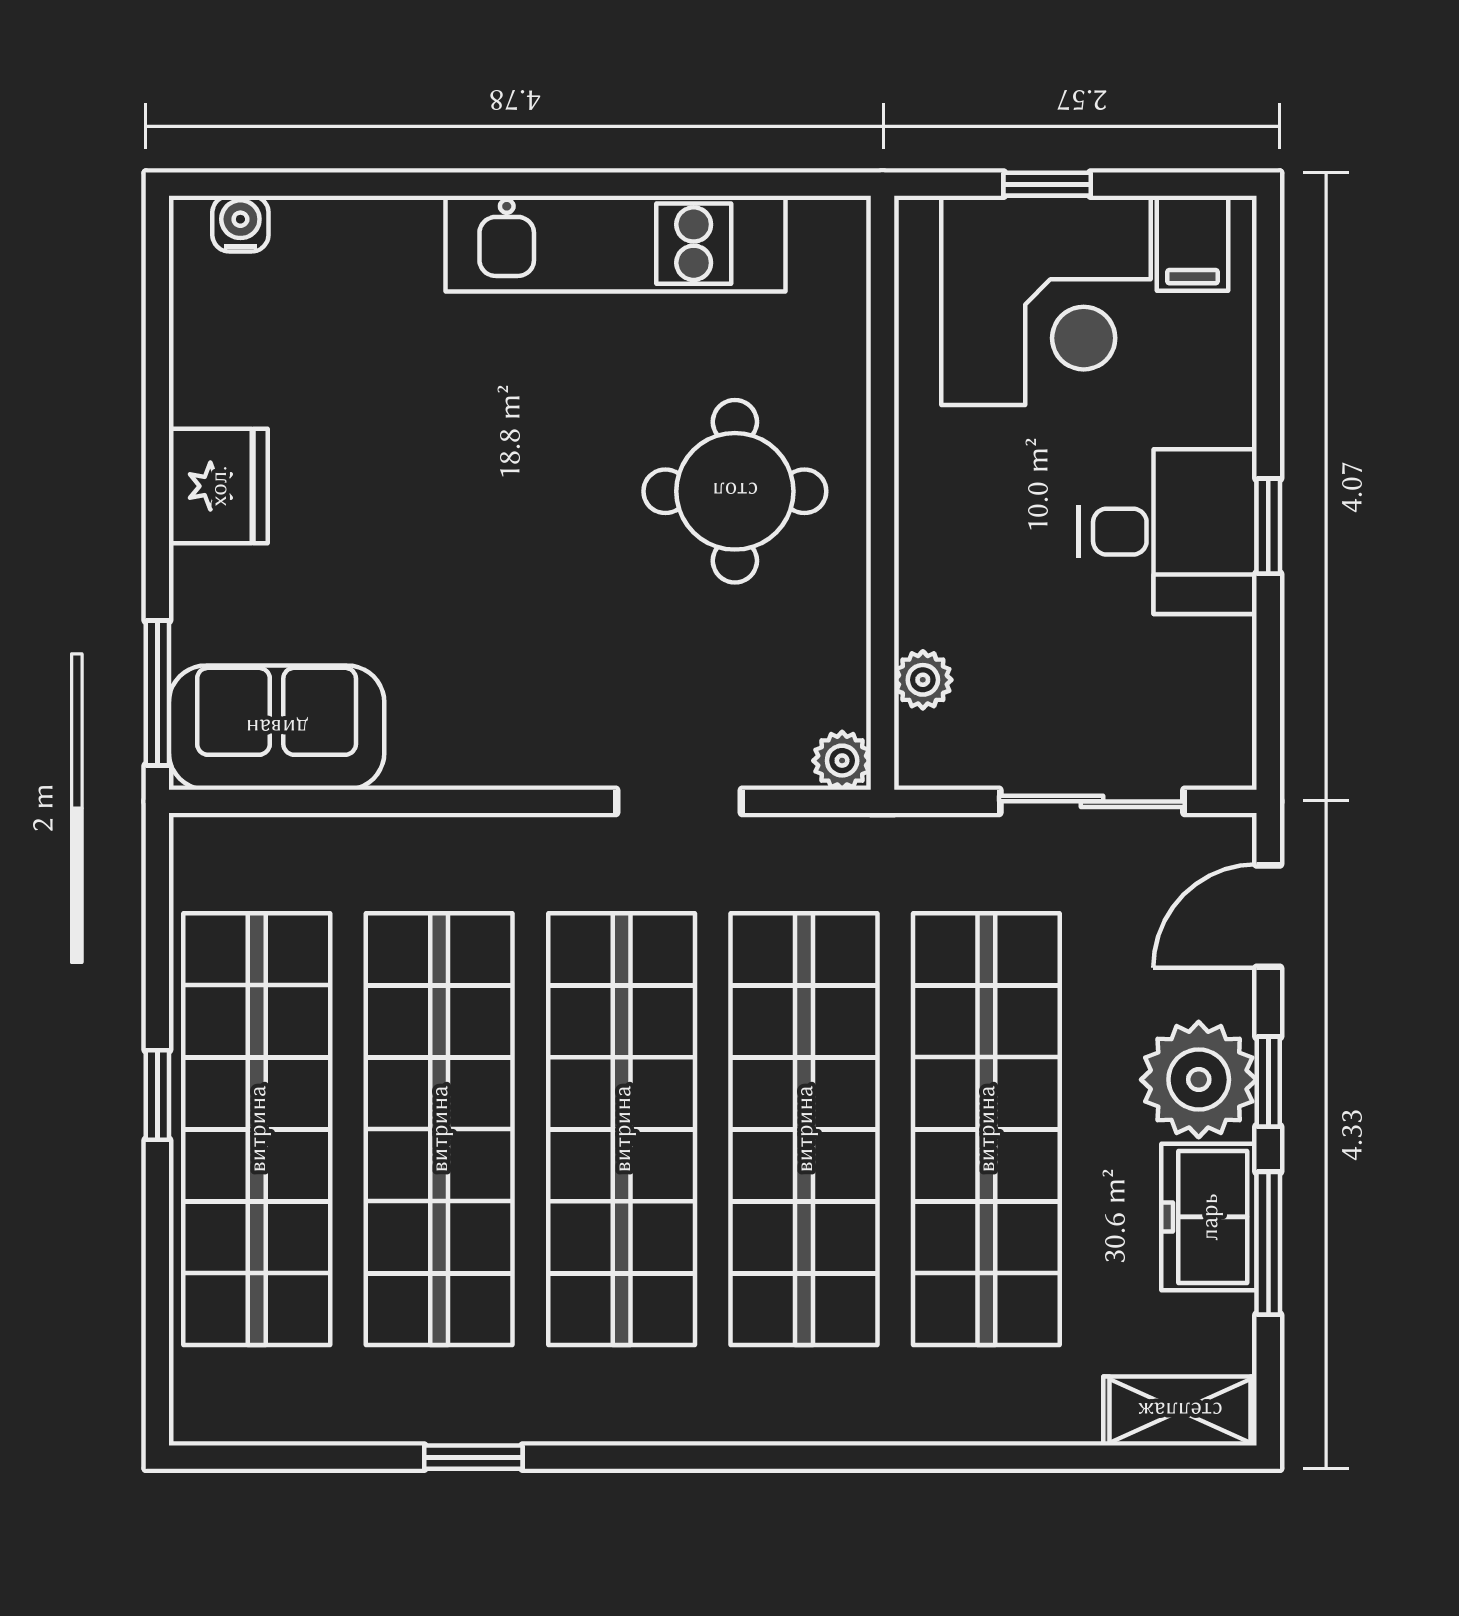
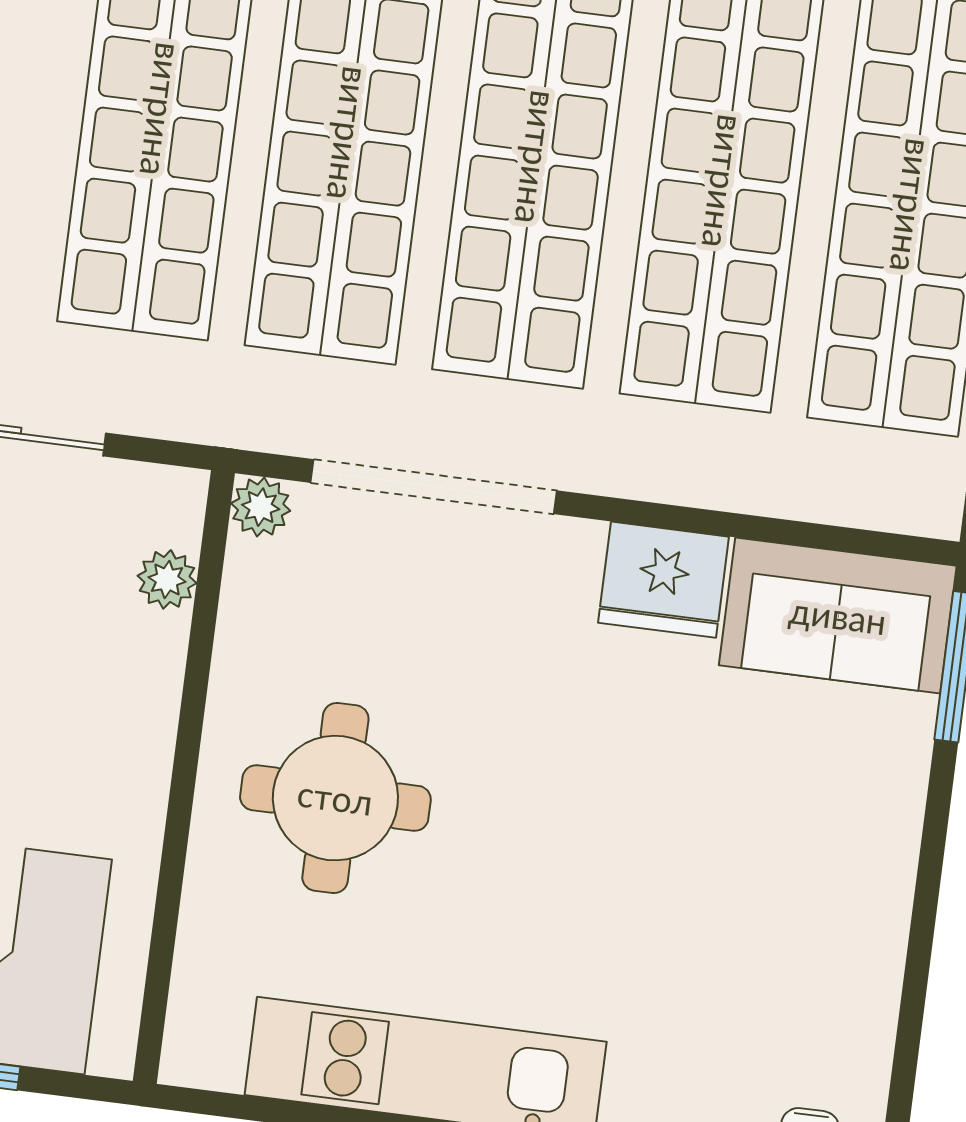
fridge: (218, 486) -> (664, 580), moved, turned -90
doorway: (679, 801) -> (434, 487), width x1.87

